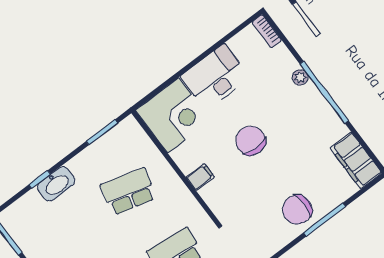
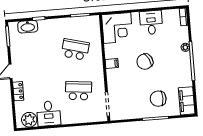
desk: (215, 77) -> (151, 22), width x0.73
chair: (251, 141) -> (145, 62), turned -117
washbasin: (56, 184) -> (28, 27), moved
chair: (297, 210) -> (158, 99), moved

